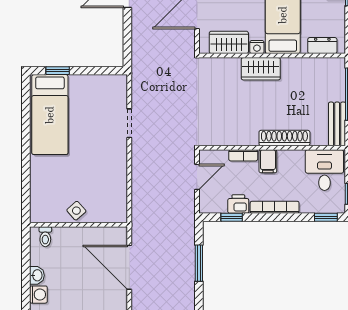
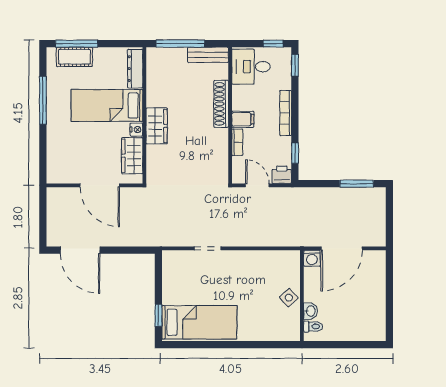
dresser: (322, 46) -> (135, 69), width x1.44
printer: (238, 204) -> (282, 175), moved, turned 90
window: (199, 263) -> (357, 184), moved
washbasin: (37, 275) -> (310, 311), moved, turned 90
washing machine: (38, 295) -> (312, 258), moved, turned 180

